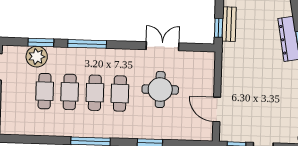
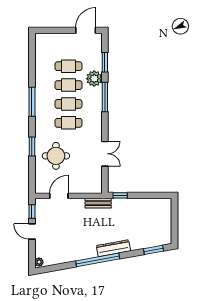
bench: (229, 24) -> (98, 203), moved
plant: (37, 57) -> (94, 79), moved
round table: (160, 90) -> (56, 156), moved

